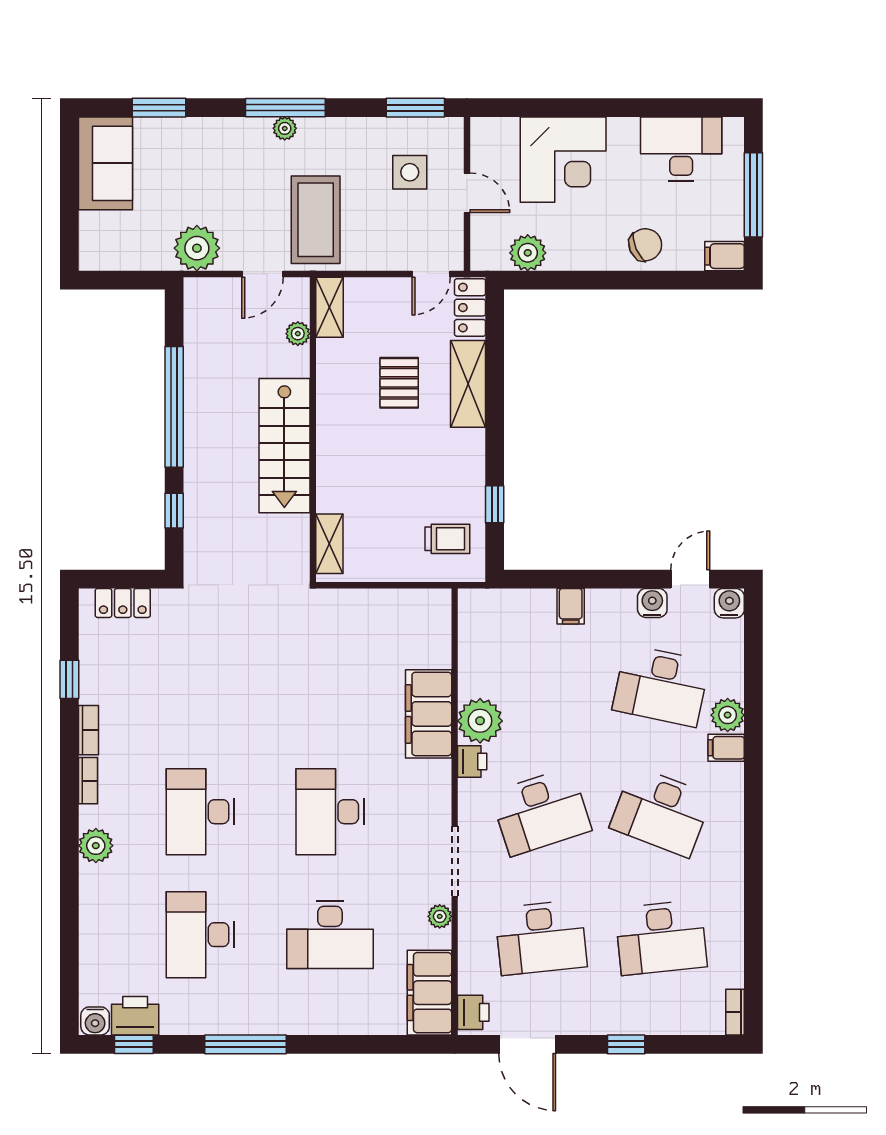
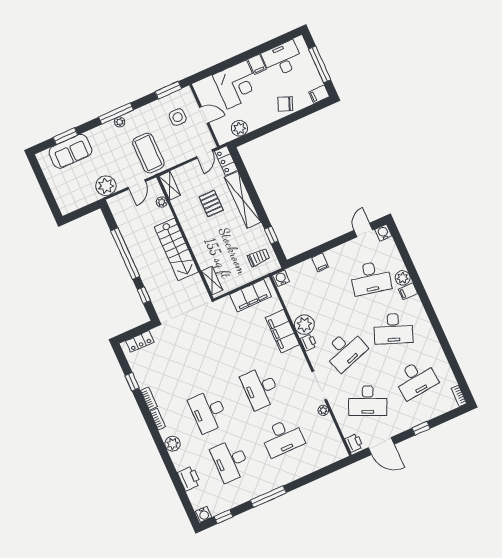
filing cabinet: (624, 136) -> (257, 64), added
sofa: (106, 163) -> (70, 151), moved, turned 90
chair: (645, 245) -> (285, 104), turned -135
shelving: (468, 384) -> (243, 200), width x1.47
water cooler: (652, 603) -> (281, 278), moved
desk: (541, 938) -> (368, 401), turned 30
filing cabinet: (429, 993) -> (250, 296), moved, turned -90
printer: (135, 1016) -> (189, 478), moved, turned 90

